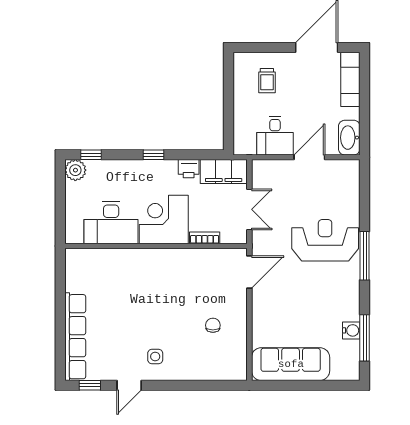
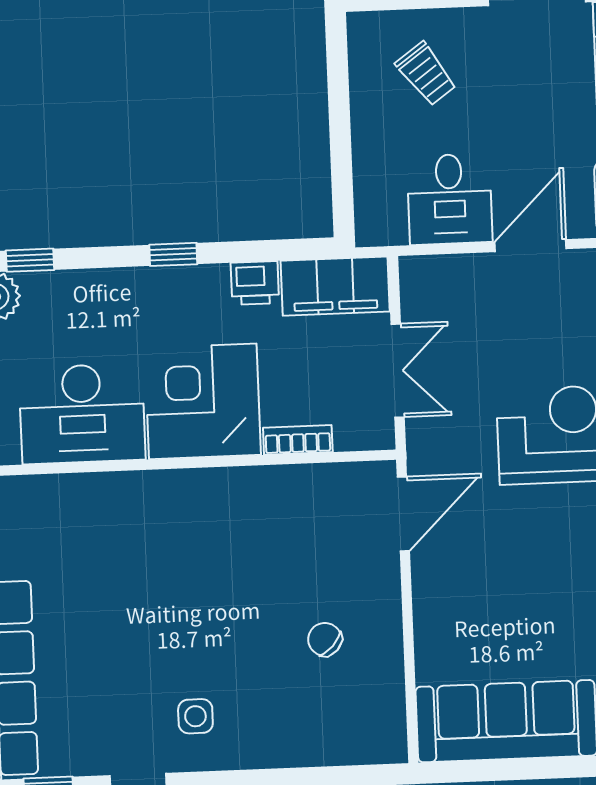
trolley: (267, 81) -> (426, 74), turned -36
chair: (213, 325) -> (325, 639), turned -47

